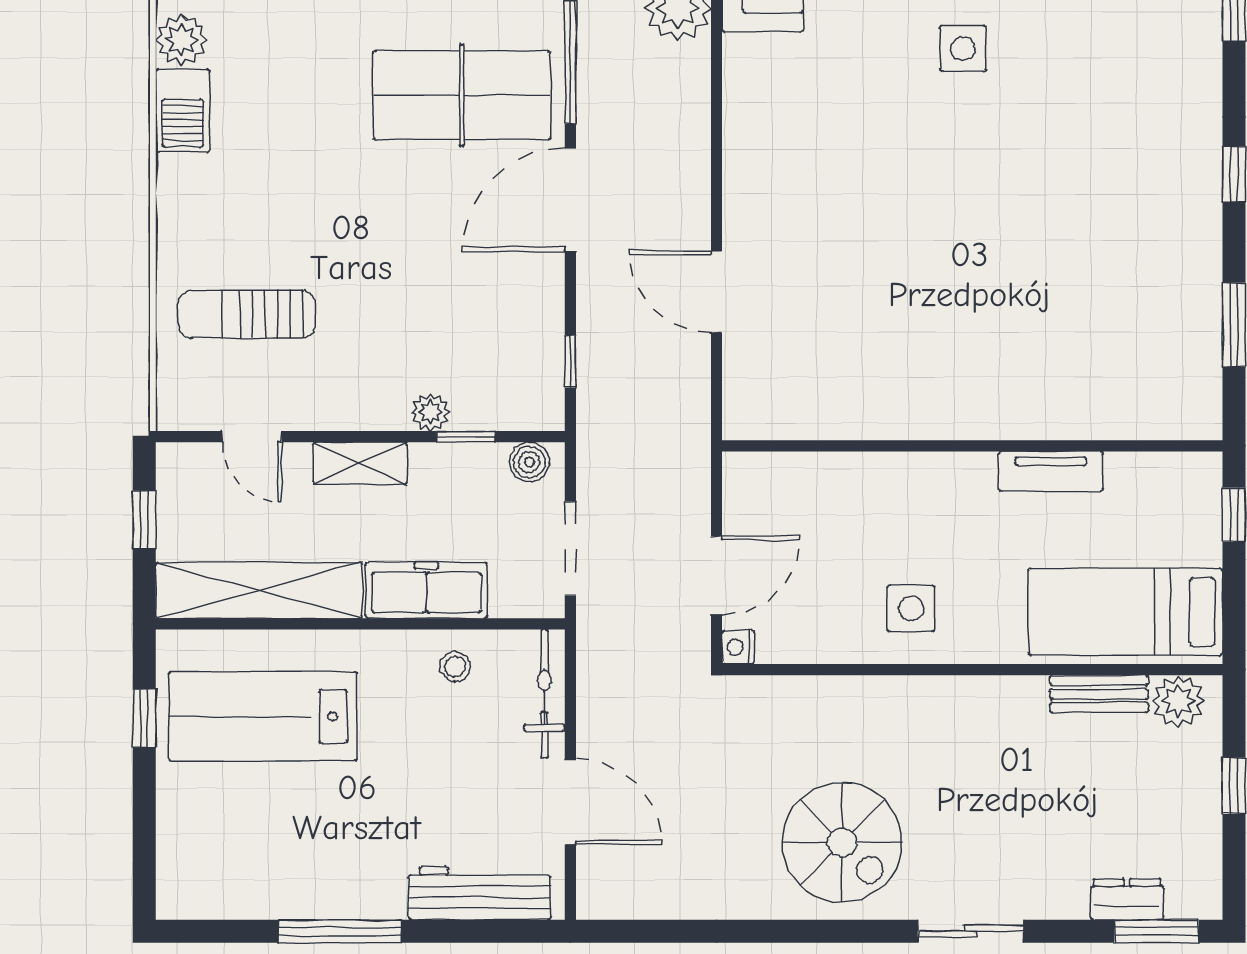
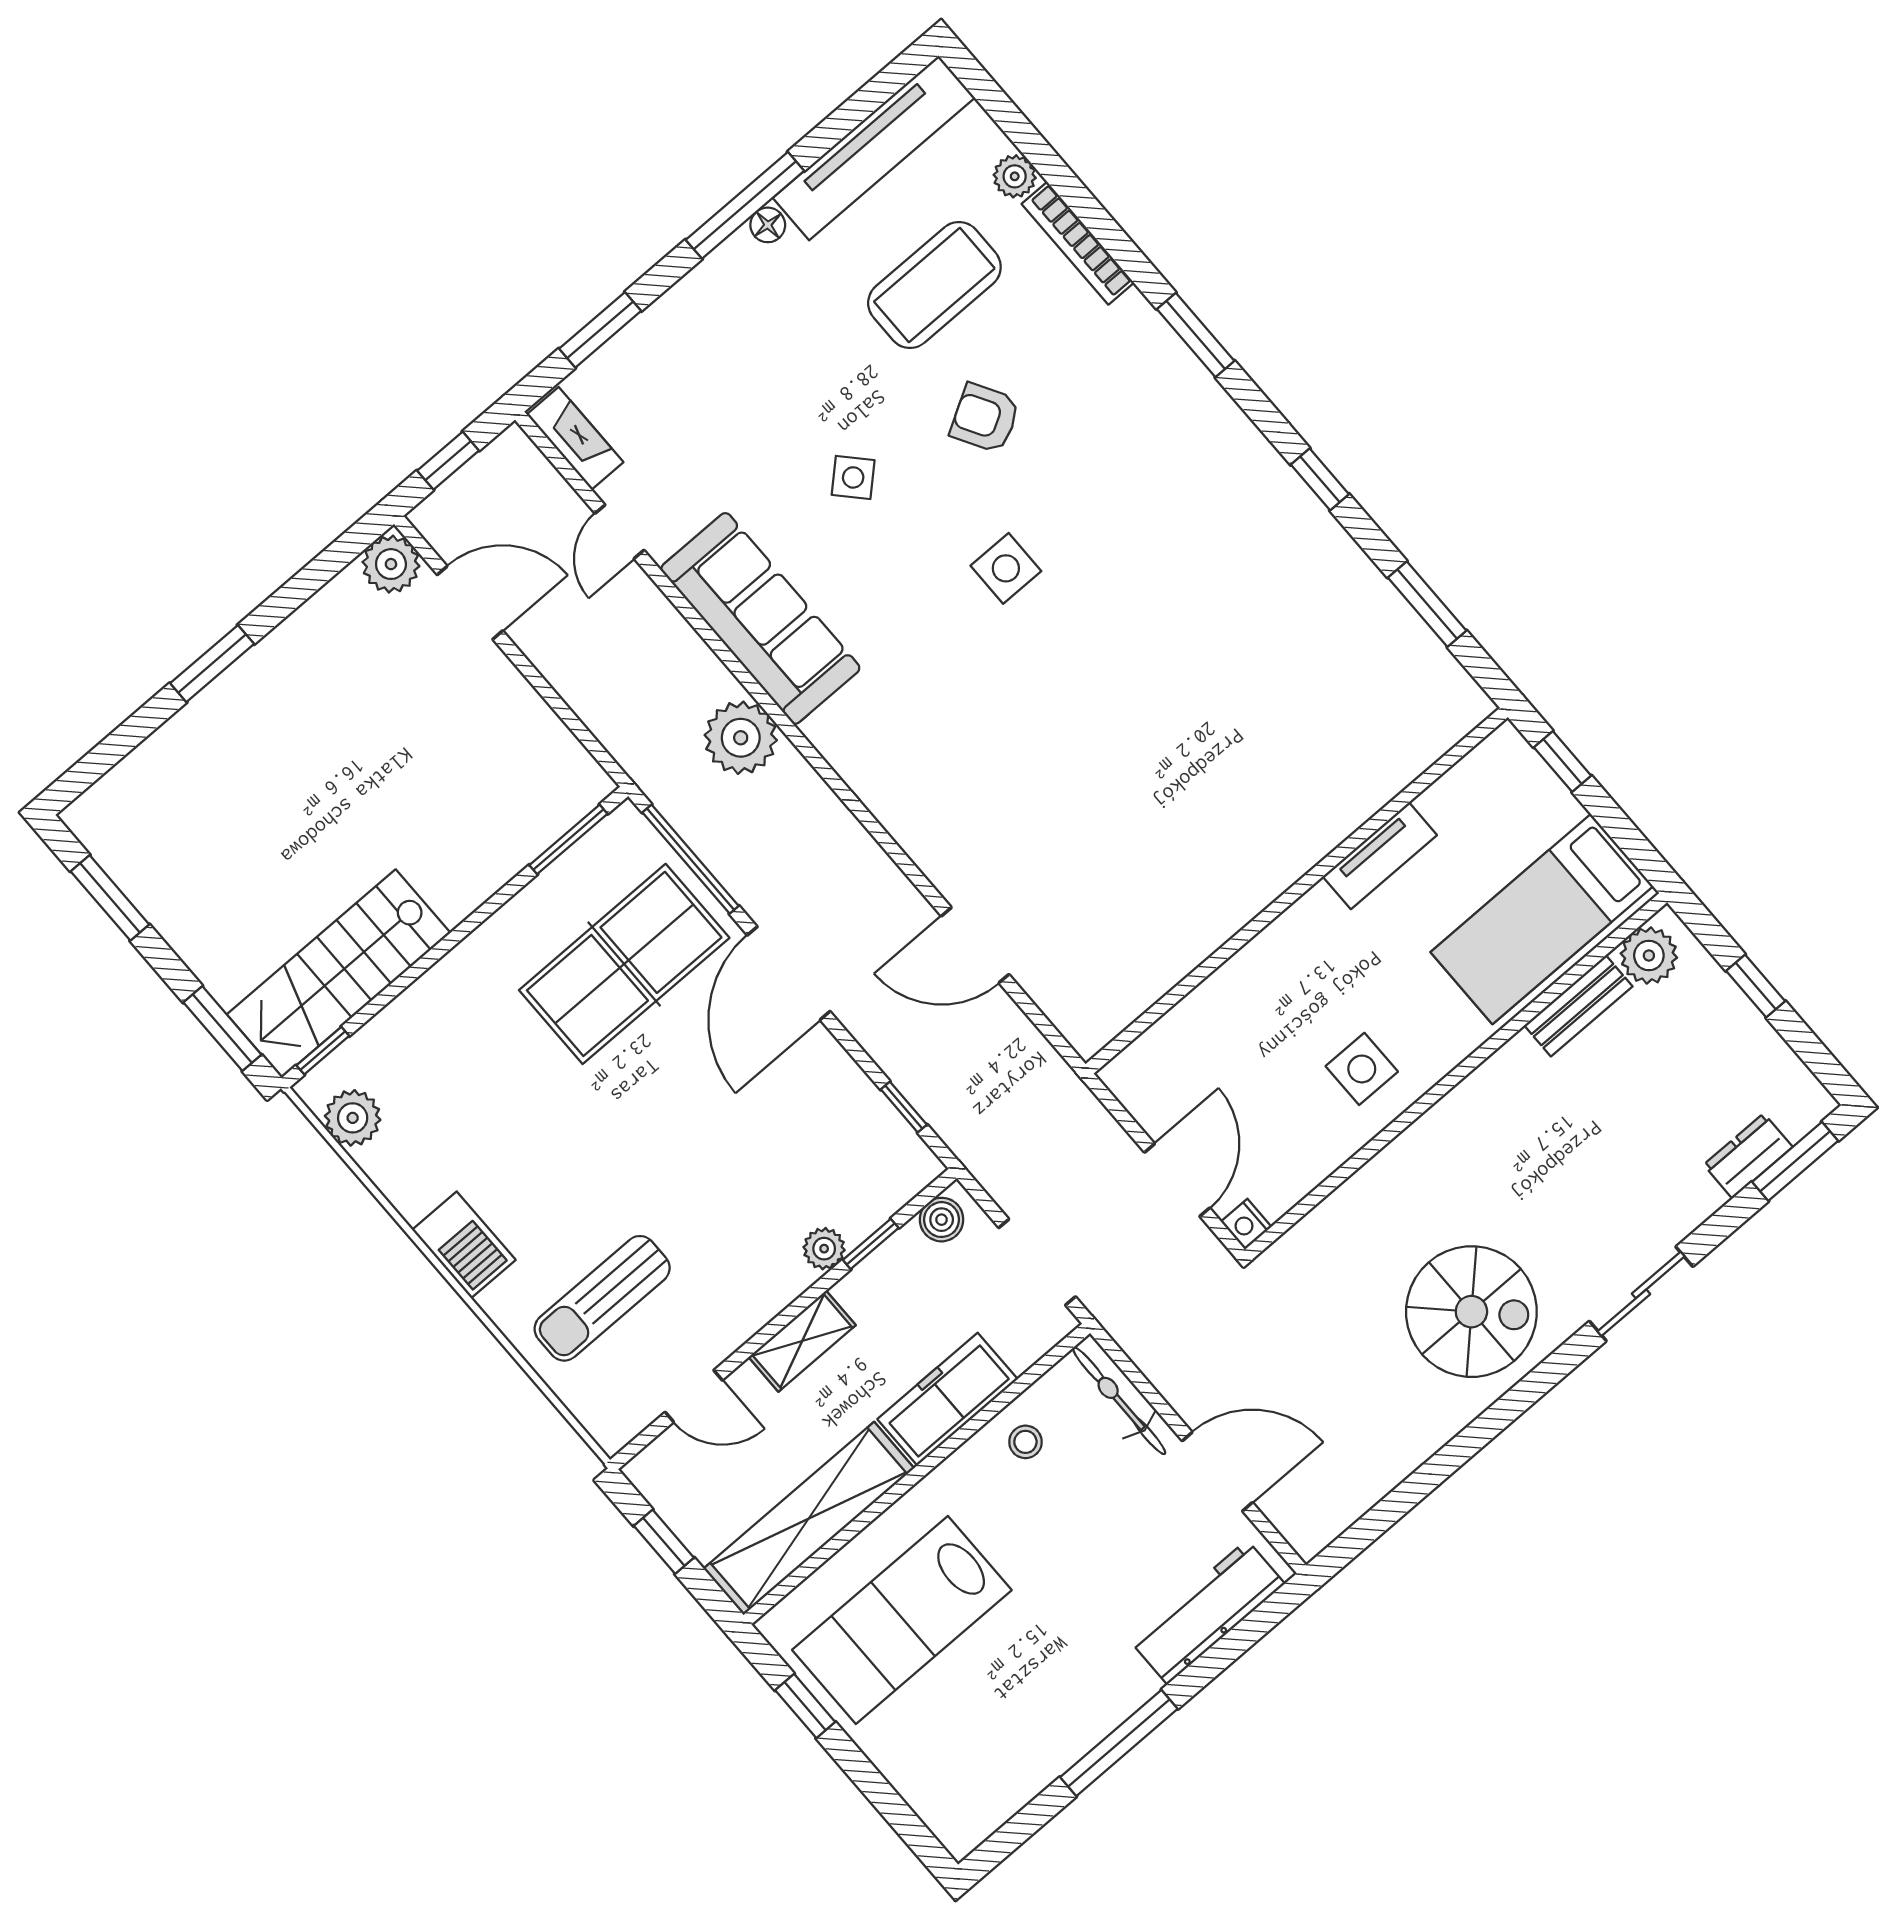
barbecue: (183, 111) -> (464, 1245), moved

